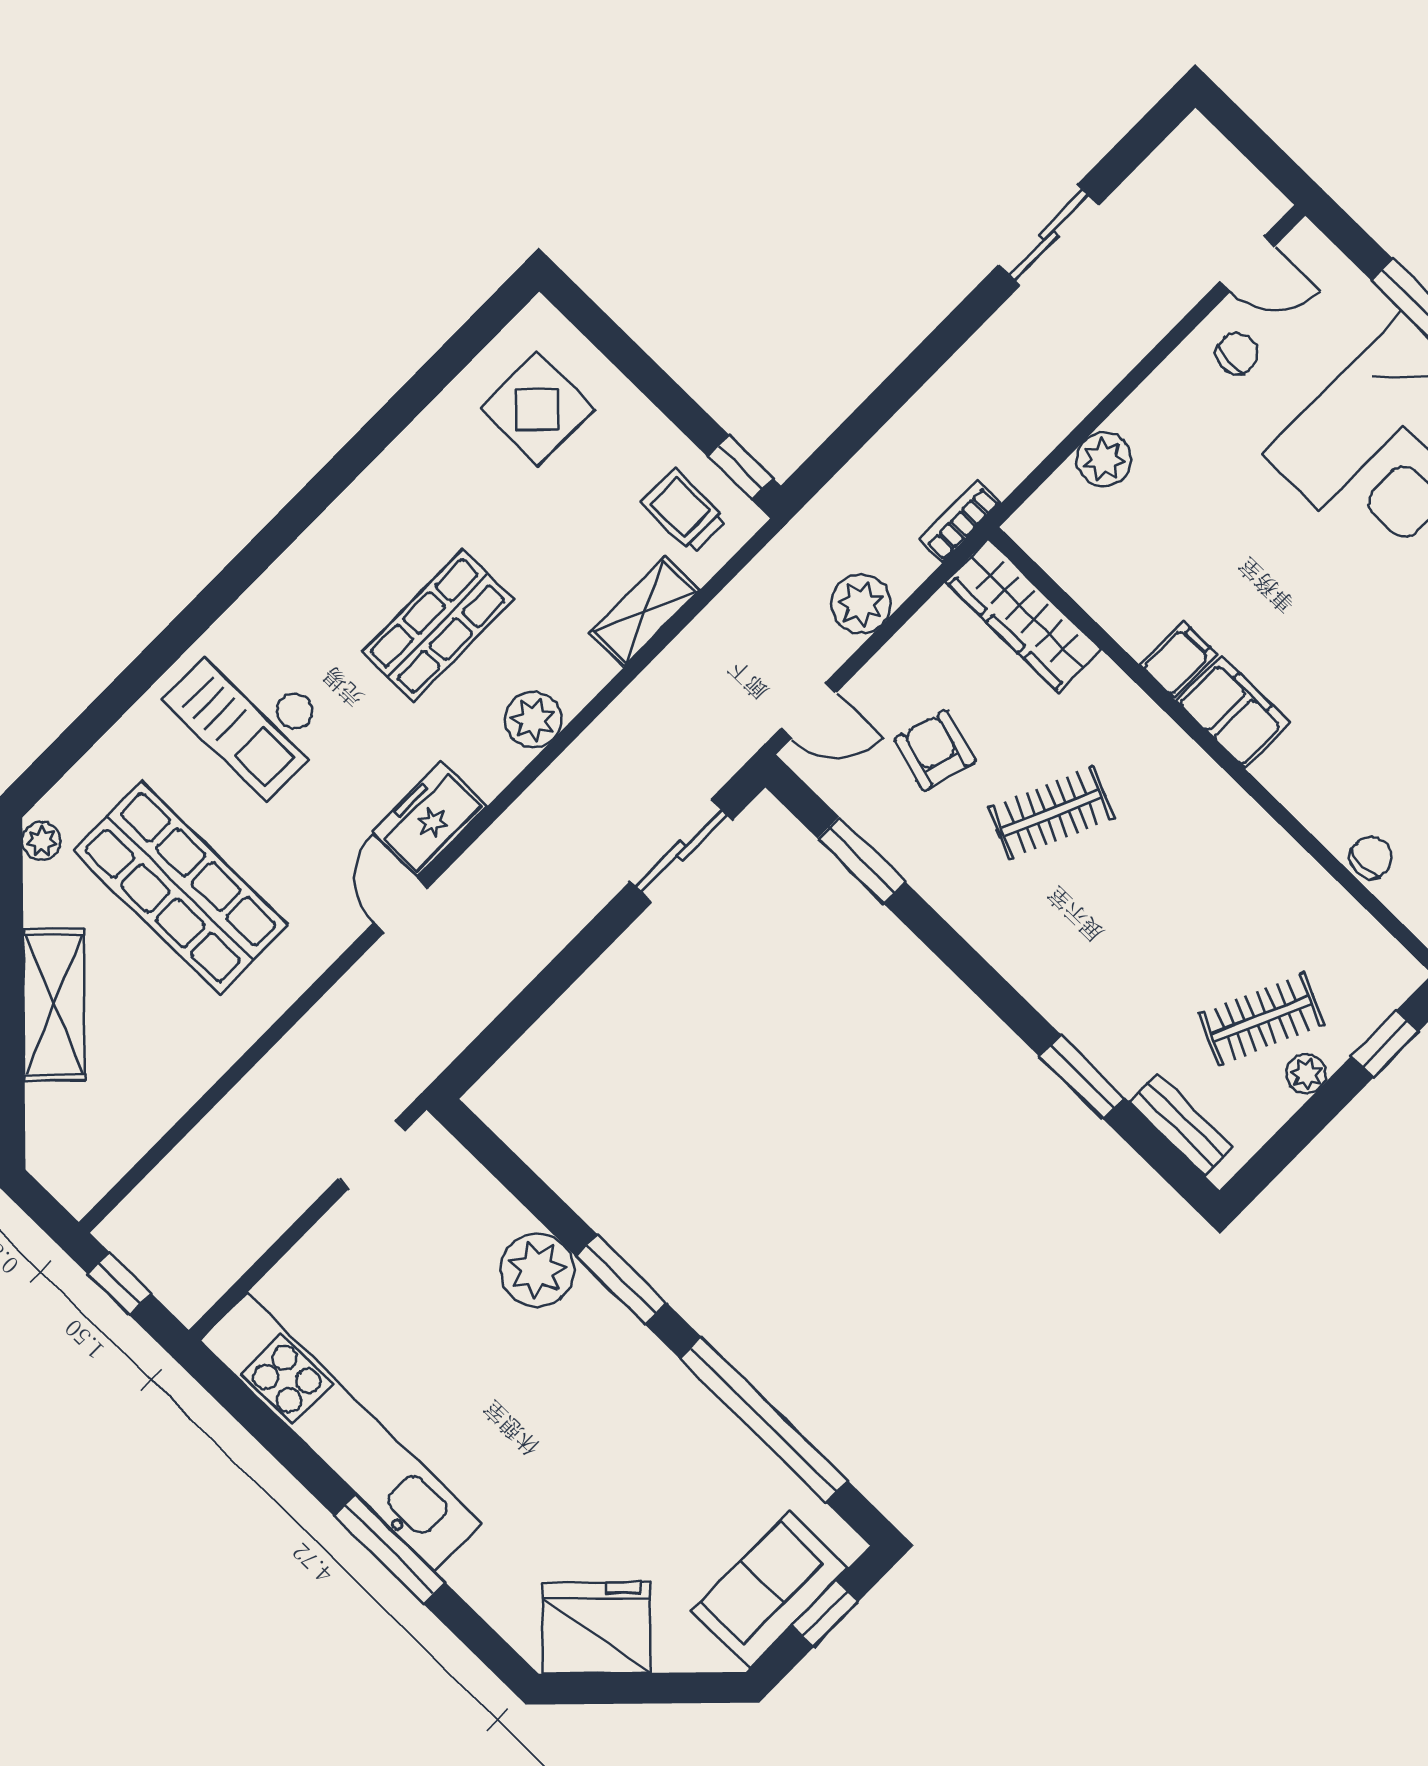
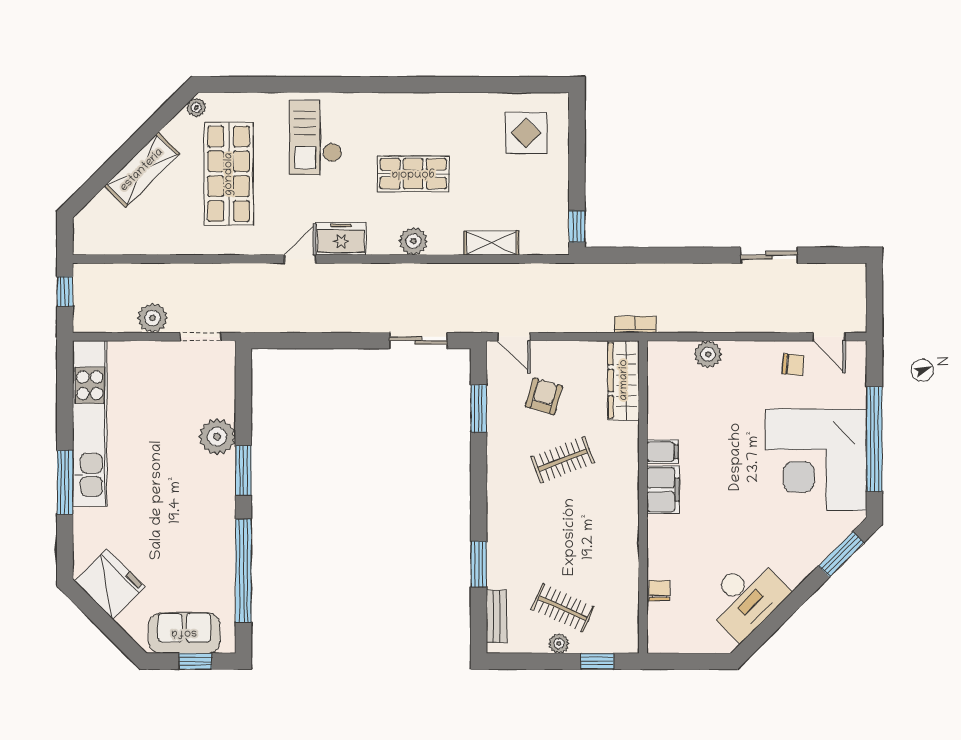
trolley: (684, 511) -> (541, 222), removed
plant: (861, 604) -> (152, 318), moved
clothes rail: (1051, 813) -> (563, 460), turned -45
chair: (1371, 857) -> (659, 591), turned -90

